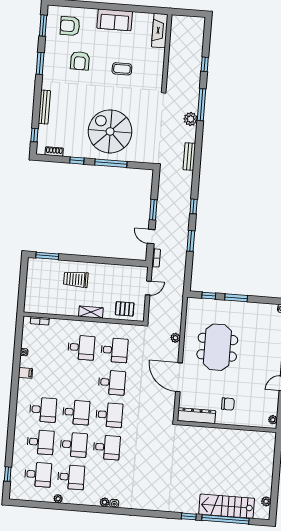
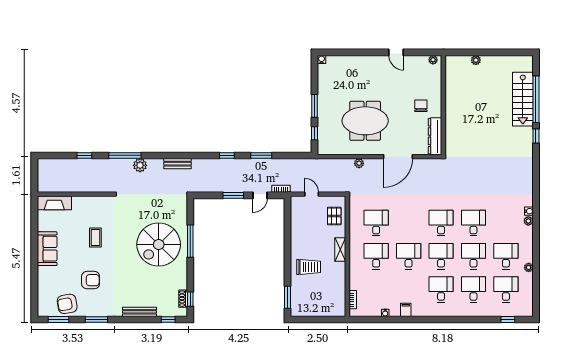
armchair: (70, 26) -> (67, 304), moved, turned 80
window: (77, 161) -> (190, 299), moved
trolley: (76, 279) -> (309, 267), turned -90
desk: (112, 383) -> (409, 256), moved
plant: (266, 501) -> (476, 60), moved

